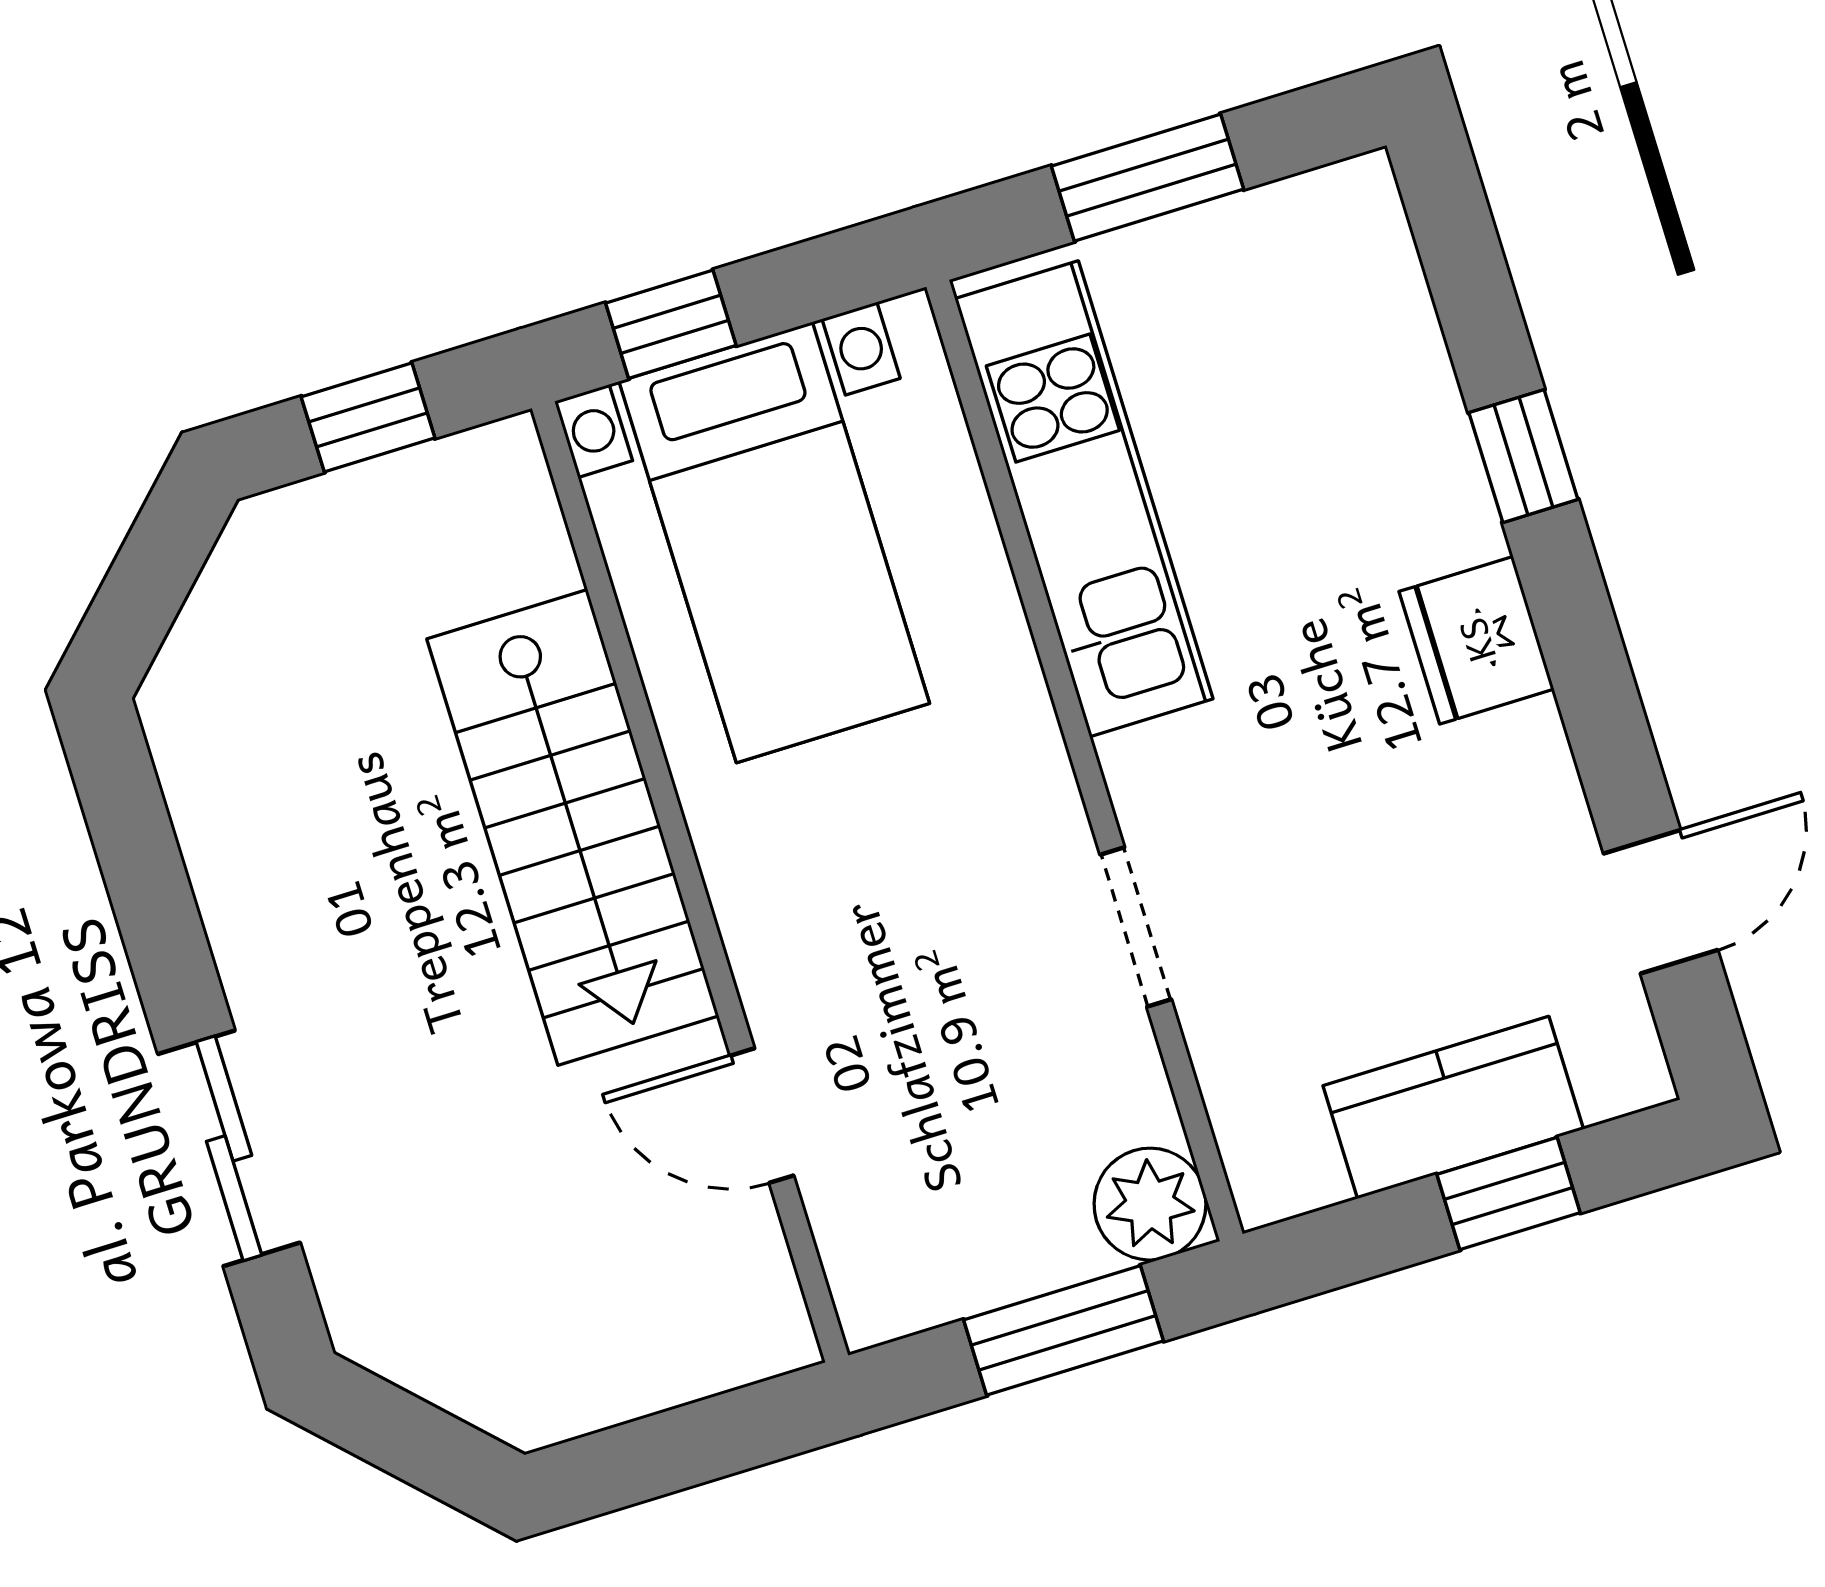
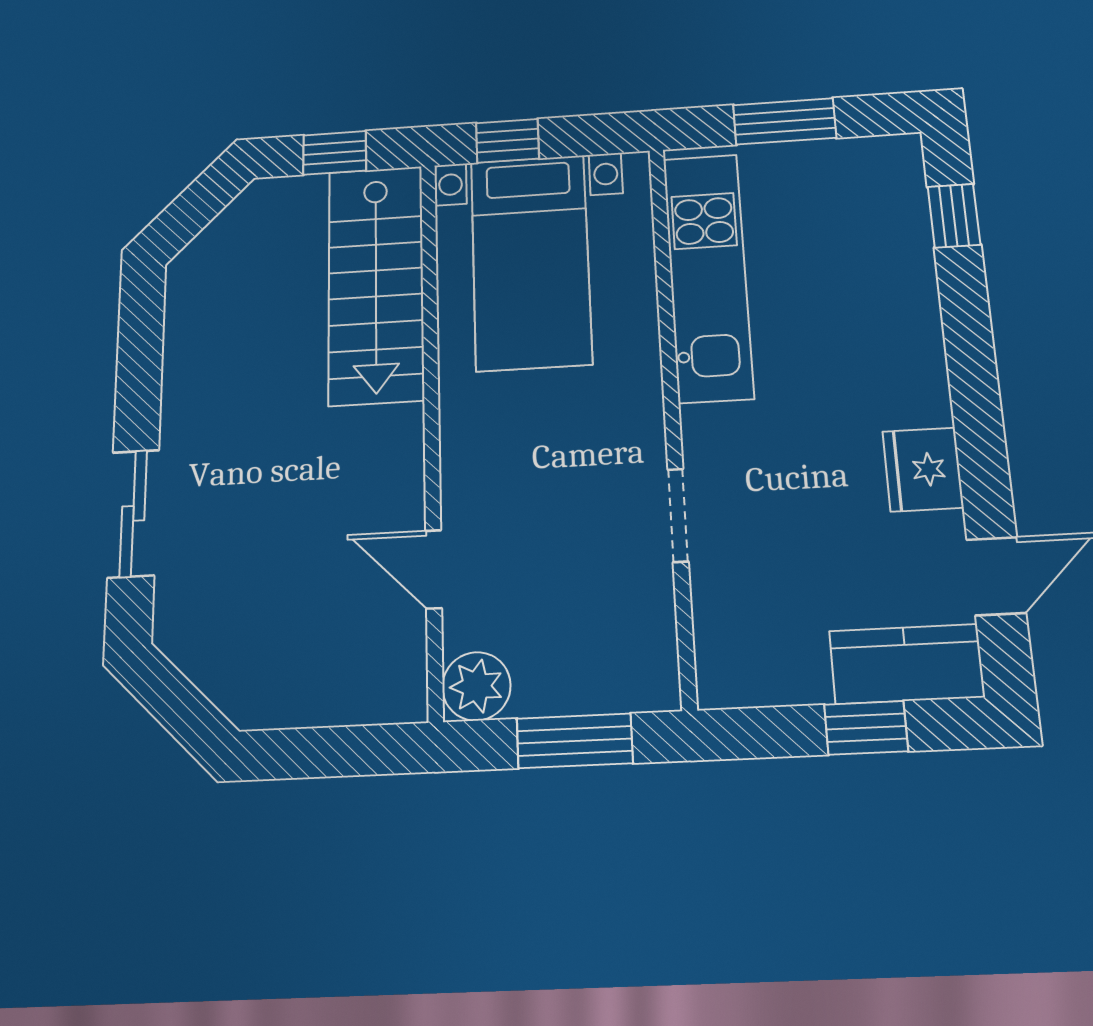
window: (1523, 456) -> (954, 216), moved
fridge: (1476, 640) -> (923, 469), moved
stairs: (573, 827) -> (376, 284), moved
kitchen counter: (1453, 1107) -> (907, 664), moved
plant: (1150, 1204) -> (476, 686), moved

